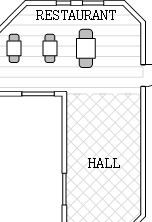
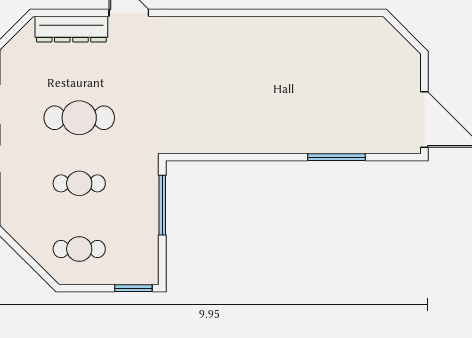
dresser: (134, 44) -> (71, 29), added

